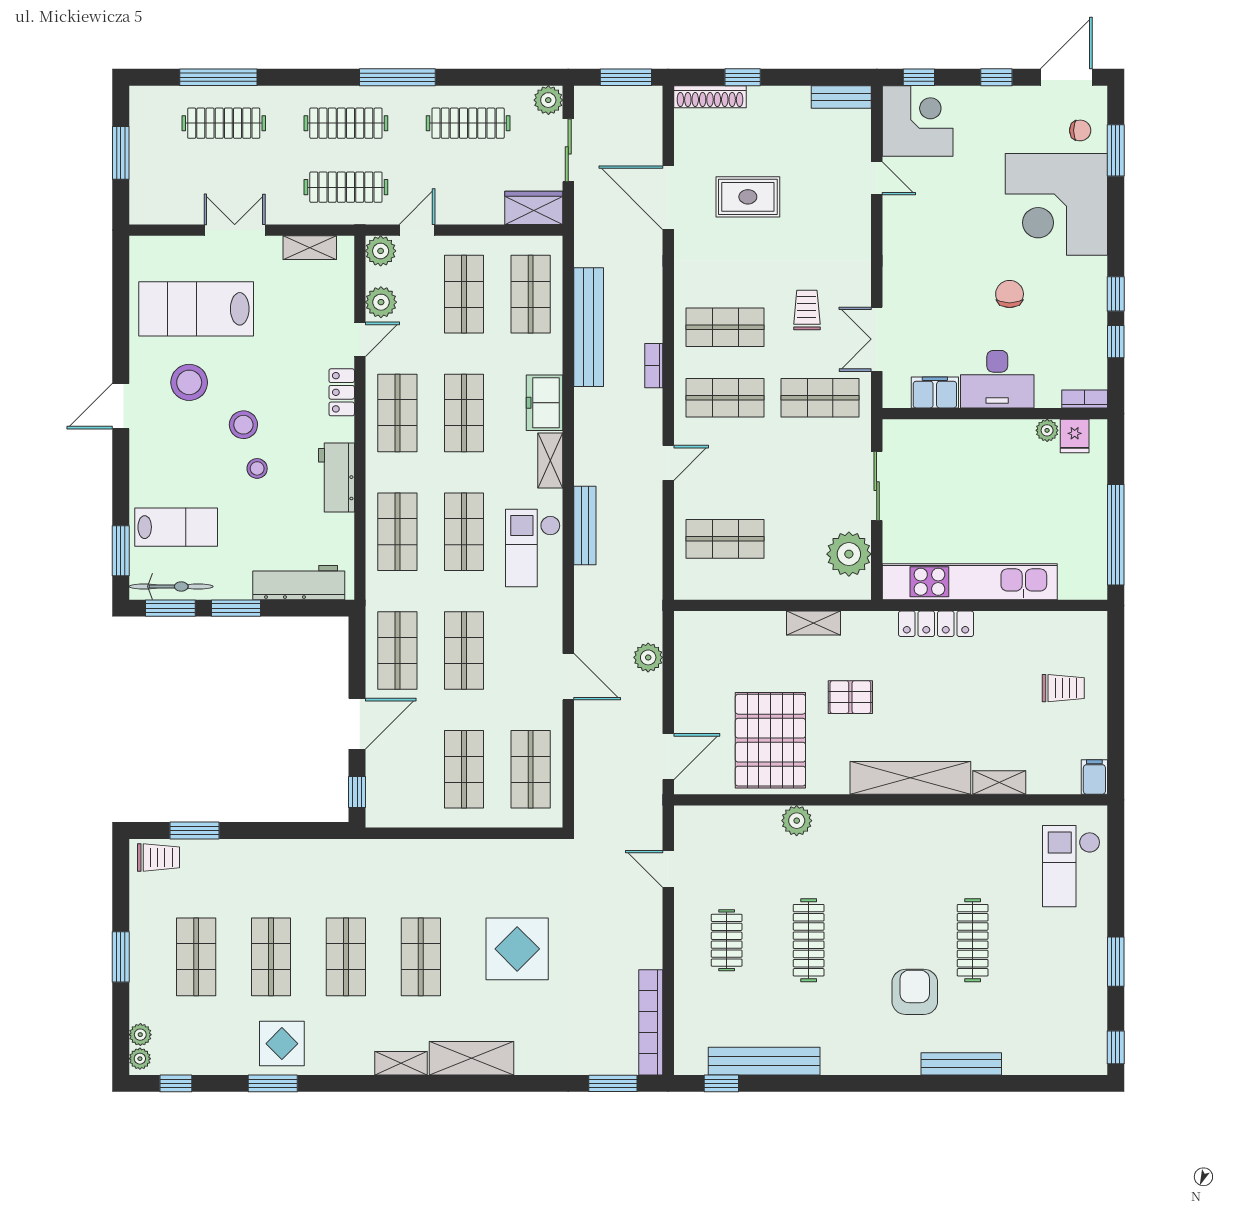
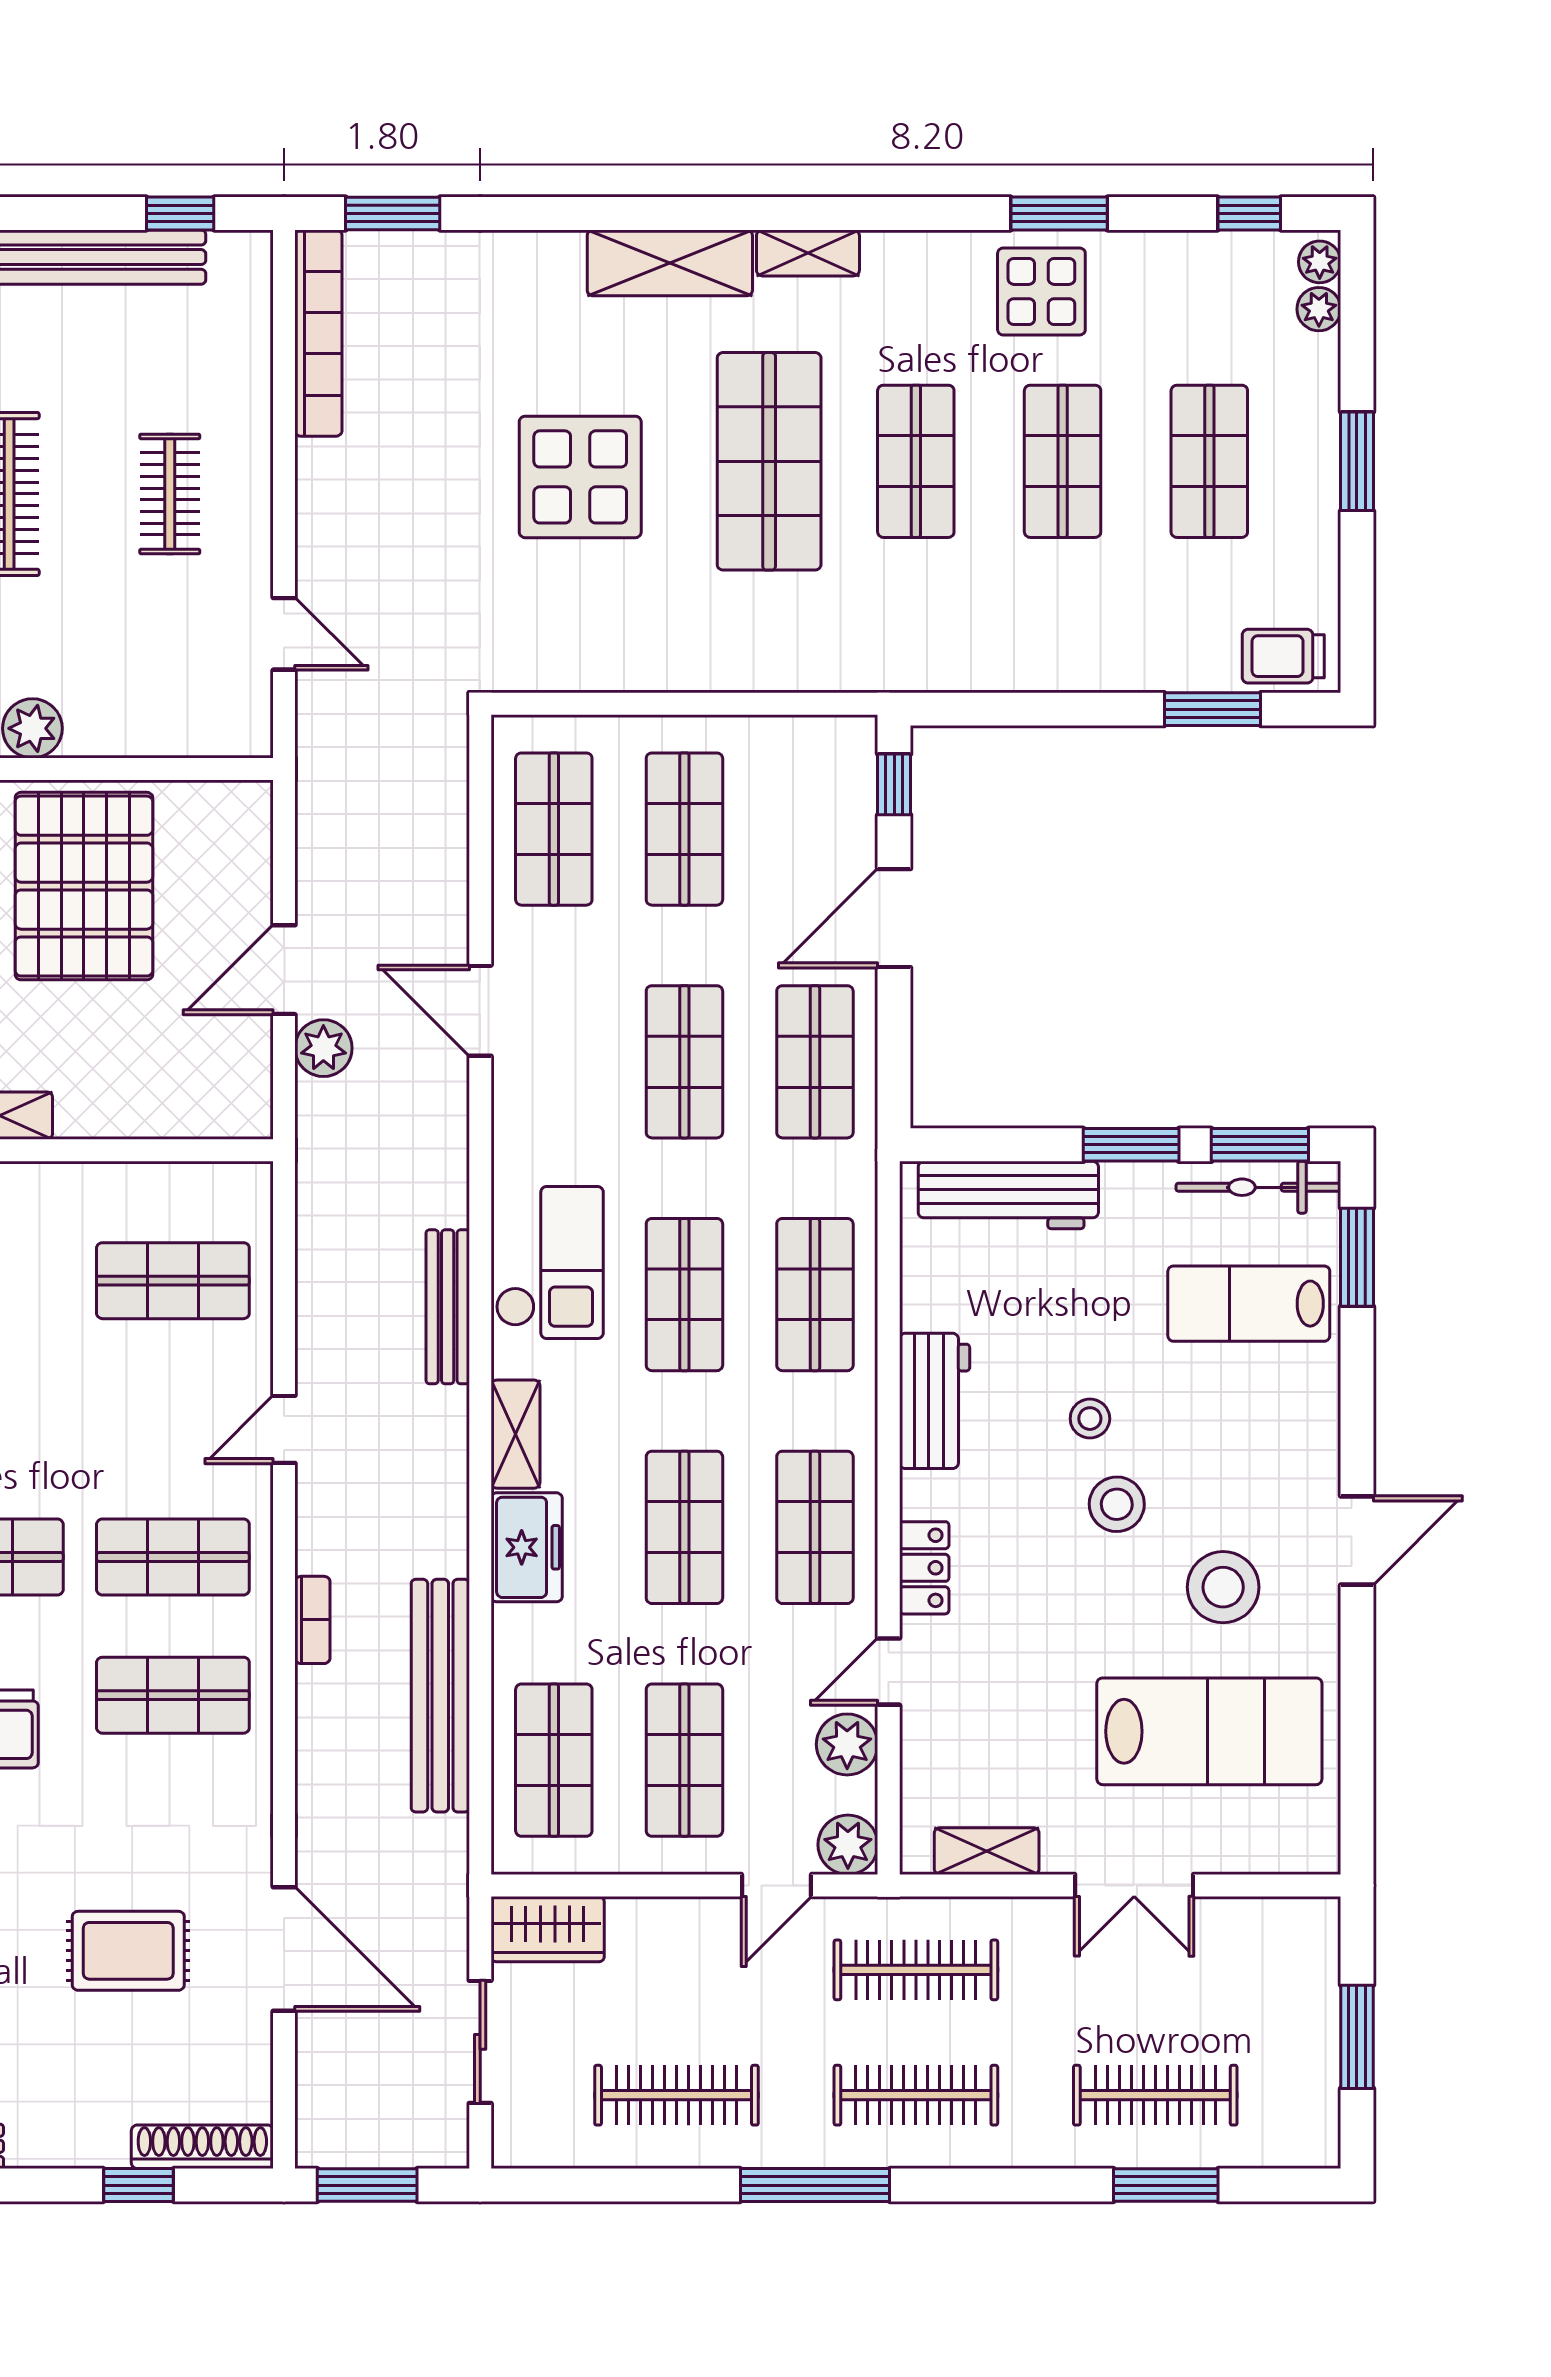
window: (218, 77) -> (1166, 2185), width x0.69
plant: (548, 100) -> (519, 2140), removed
door: (668, 757) -> (284, 970), moved
shop shelf: (421, 957) -> (769, 461), width x1.43, depth x1.36

